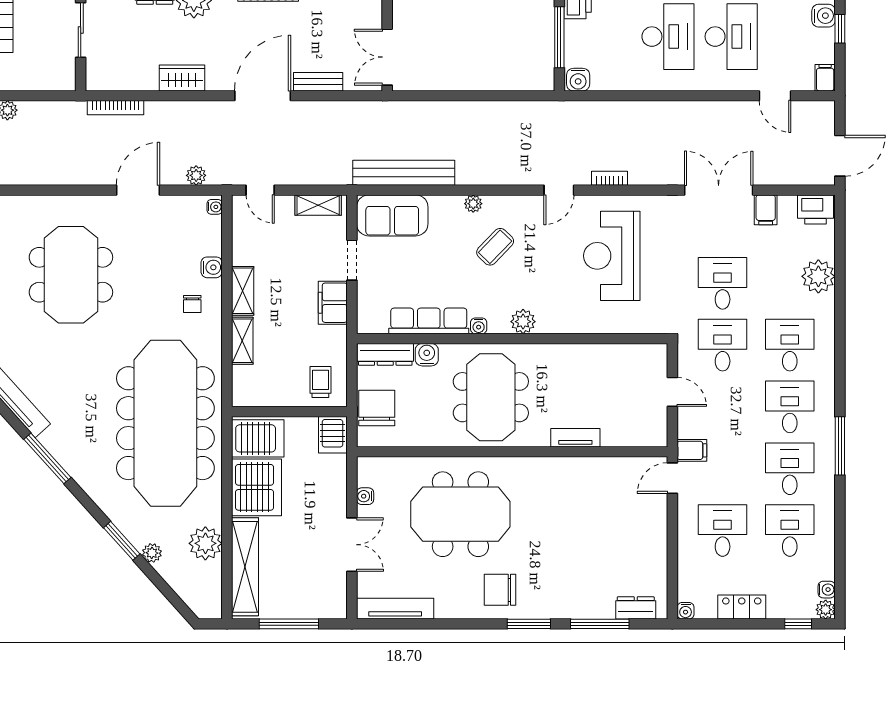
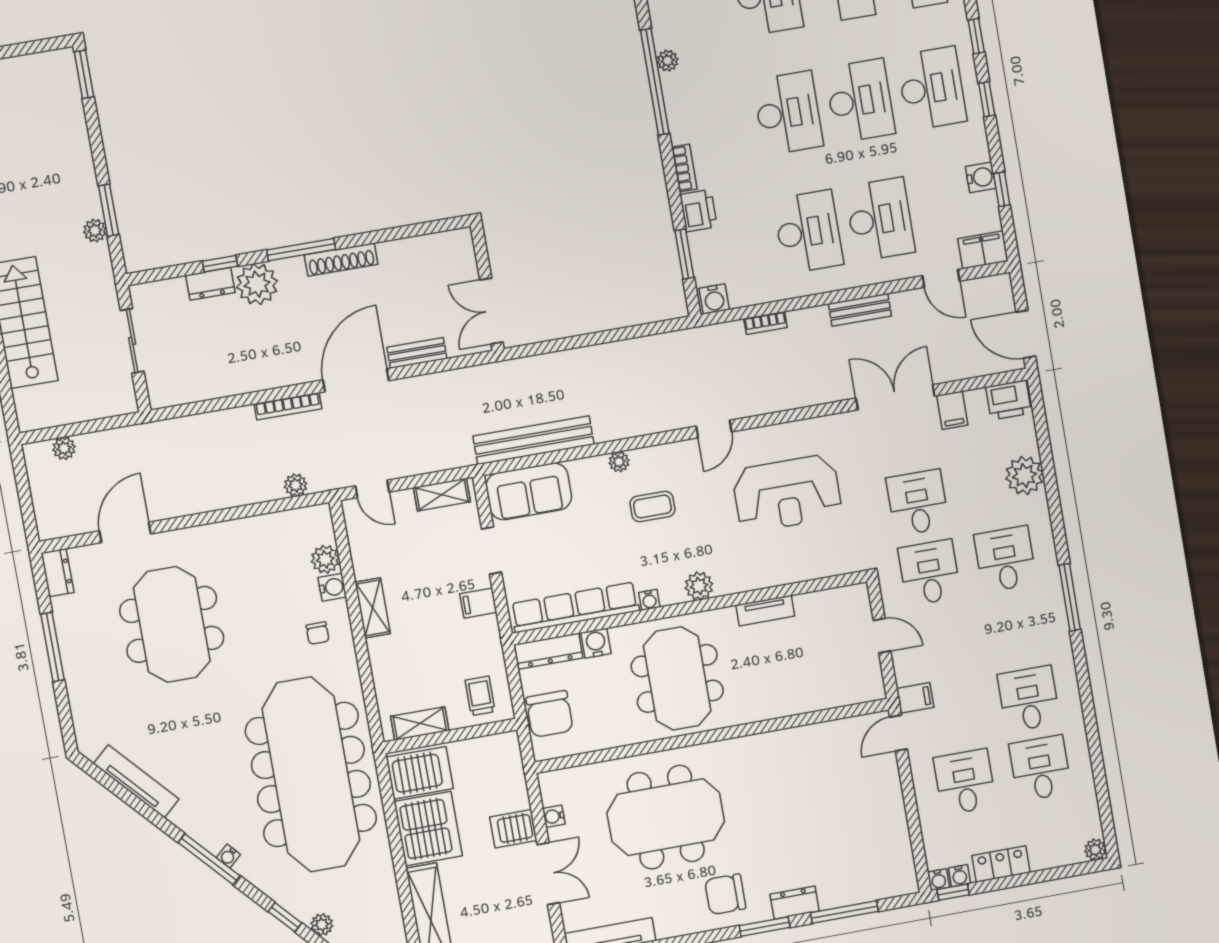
window: (559, 37) -> (684, 254), width x0.69
wardrobe: (182, 78) -> (259, 376), removed
filing cabinet: (825, 78) -> (983, 250), width x2.00
bookcase: (116, 108) -> (288, 406), moved
bench: (701, 110) -> (860, 310), added
door: (840, 156) -> (1026, 334), swing flipped
bookcase: (610, 178) -> (765, 323), moved, turned 180
door: (138, 190) -> (125, 532), moved
water cooler: (215, 207) -> (228, 856), moved, turned 138
coffee table: (495, 247) -> (652, 507), turned 46
reception desk: (612, 256) -> (787, 493), turned -90
filing cabinet: (333, 303) -> (478, 603), width x0.50
row of seats: (429, 321) -> (575, 607), width x1.36
shelving: (242, 341) -> (420, 723), moved, turned 90
desk: (790, 407) -> (1017, 629), removed
chair: (377, 408) -> (550, 714), turned 180
server rack: (332, 435) -> (513, 829), moved, turned 90
tv unit: (575, 438) -> (765, 611), moved, turned 180
window: (840, 446) -> (1070, 597), moved
window: (47, 458) -> (209, 859), moved
window: (122, 541) -> (285, 917), width x0.67
plant: (205, 543) -> (325, 559), moved, width x0.73, depth x0.73
water cooler: (827, 590) -> (960, 876), moved, turned 90
dresser: (636, 608) -> (795, 903), moved
window: (798, 624) -> (953, 892), moved

